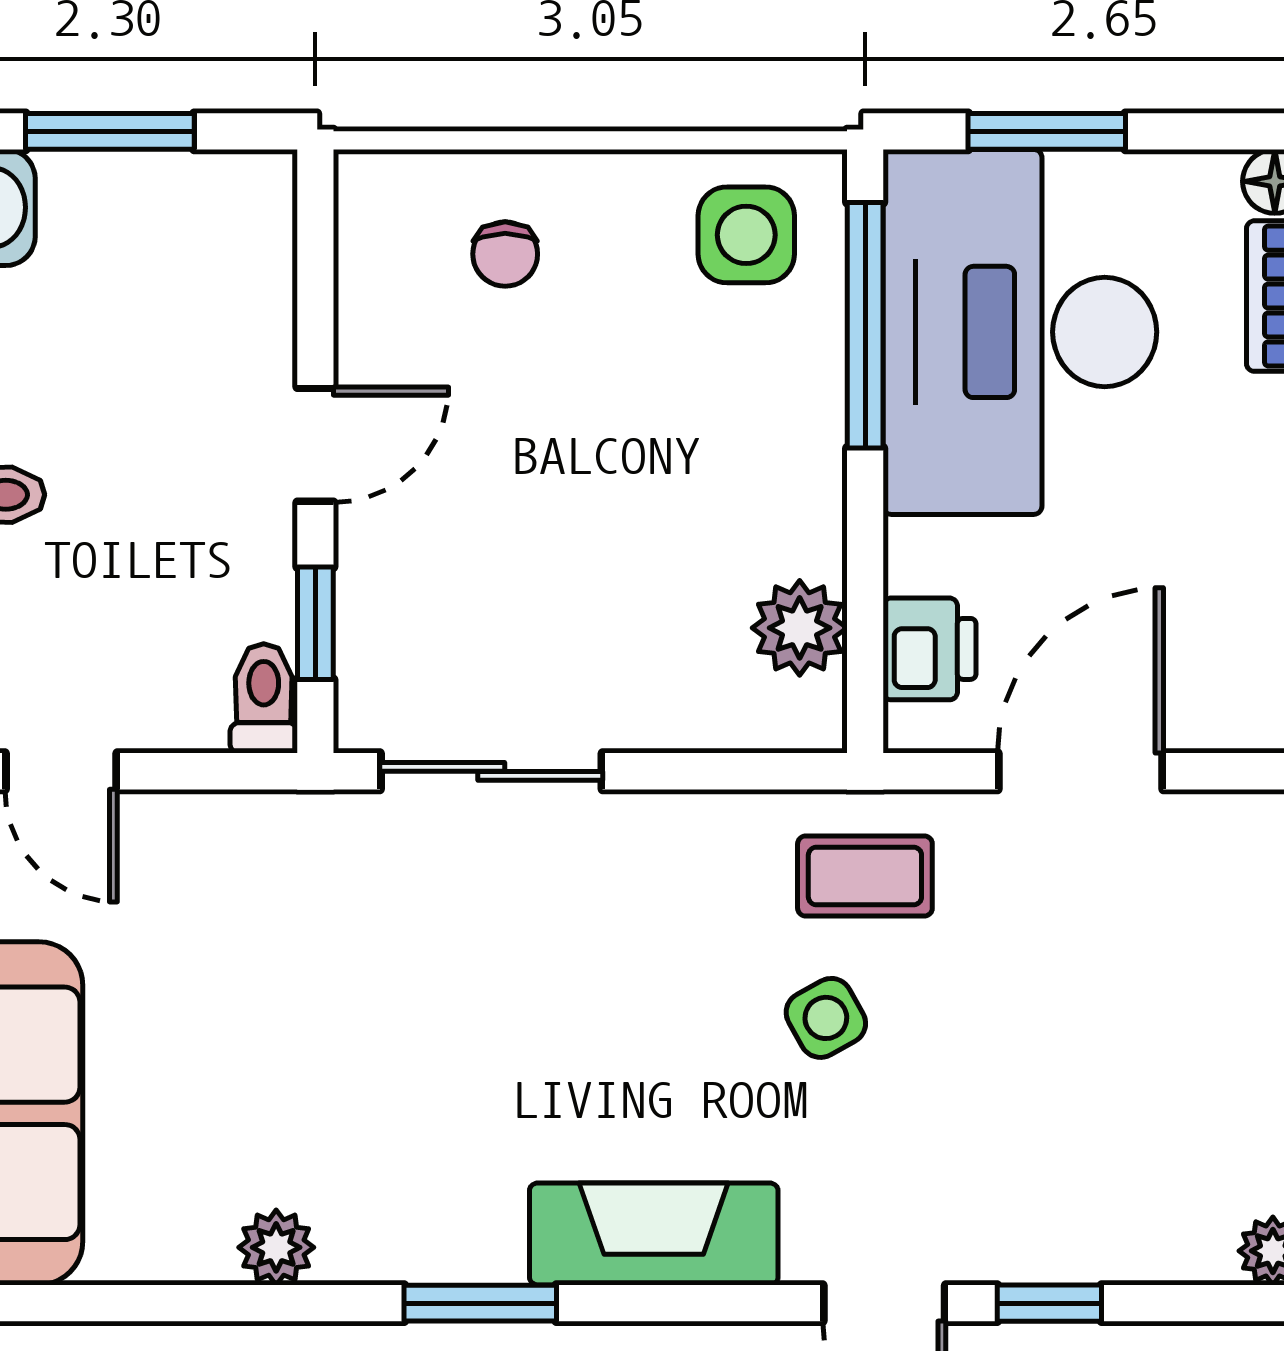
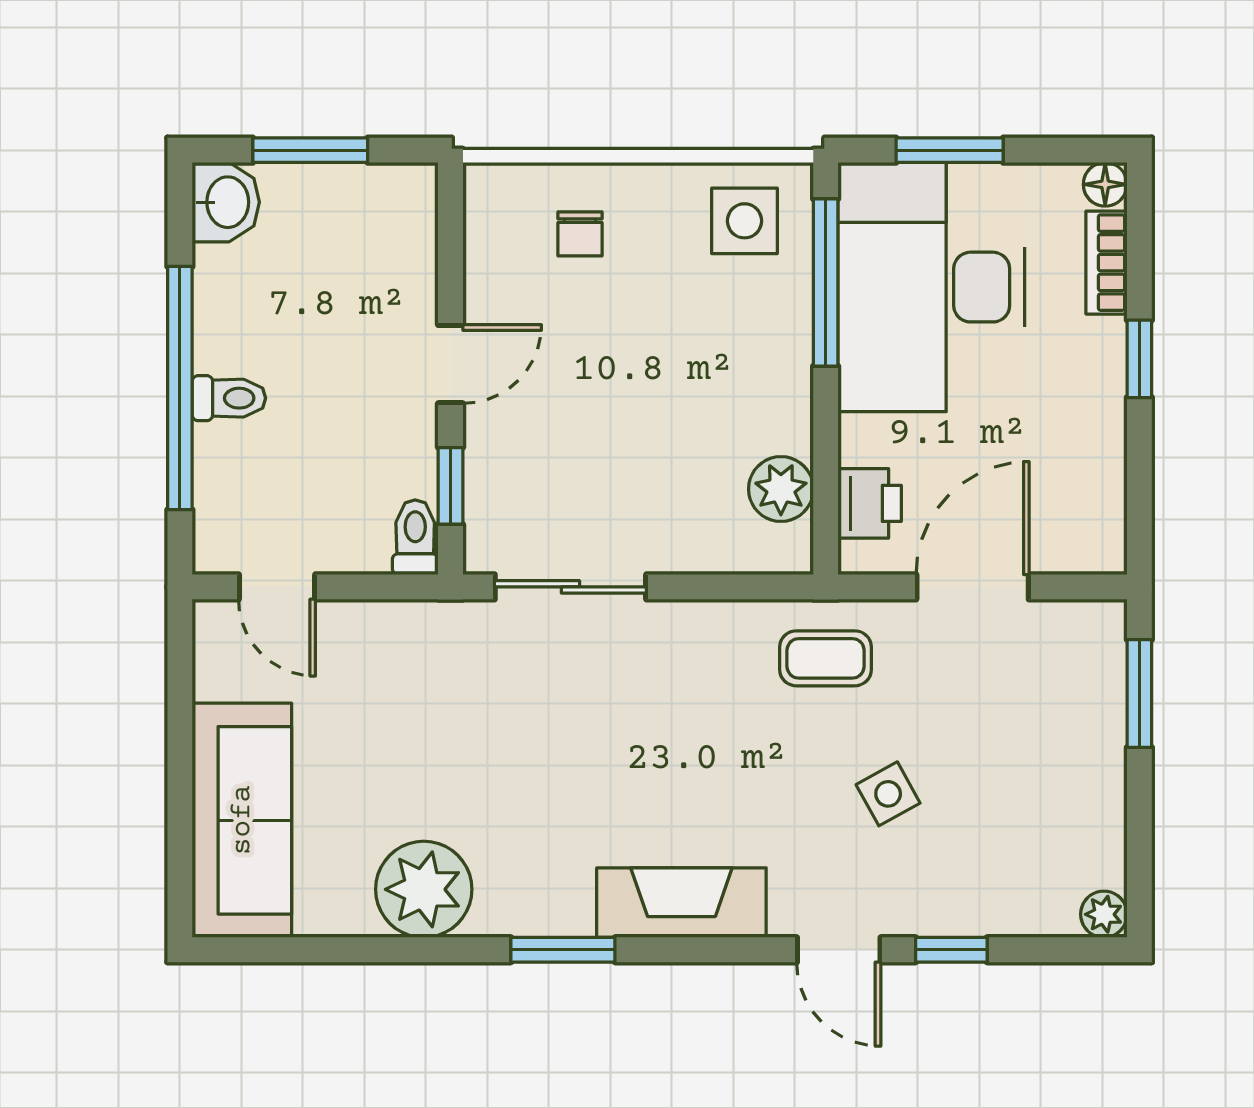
side table: (826, 1018) -> (888, 794), moved
plant: (276, 1247) -> (424, 889), width x1.87, depth x1.87

